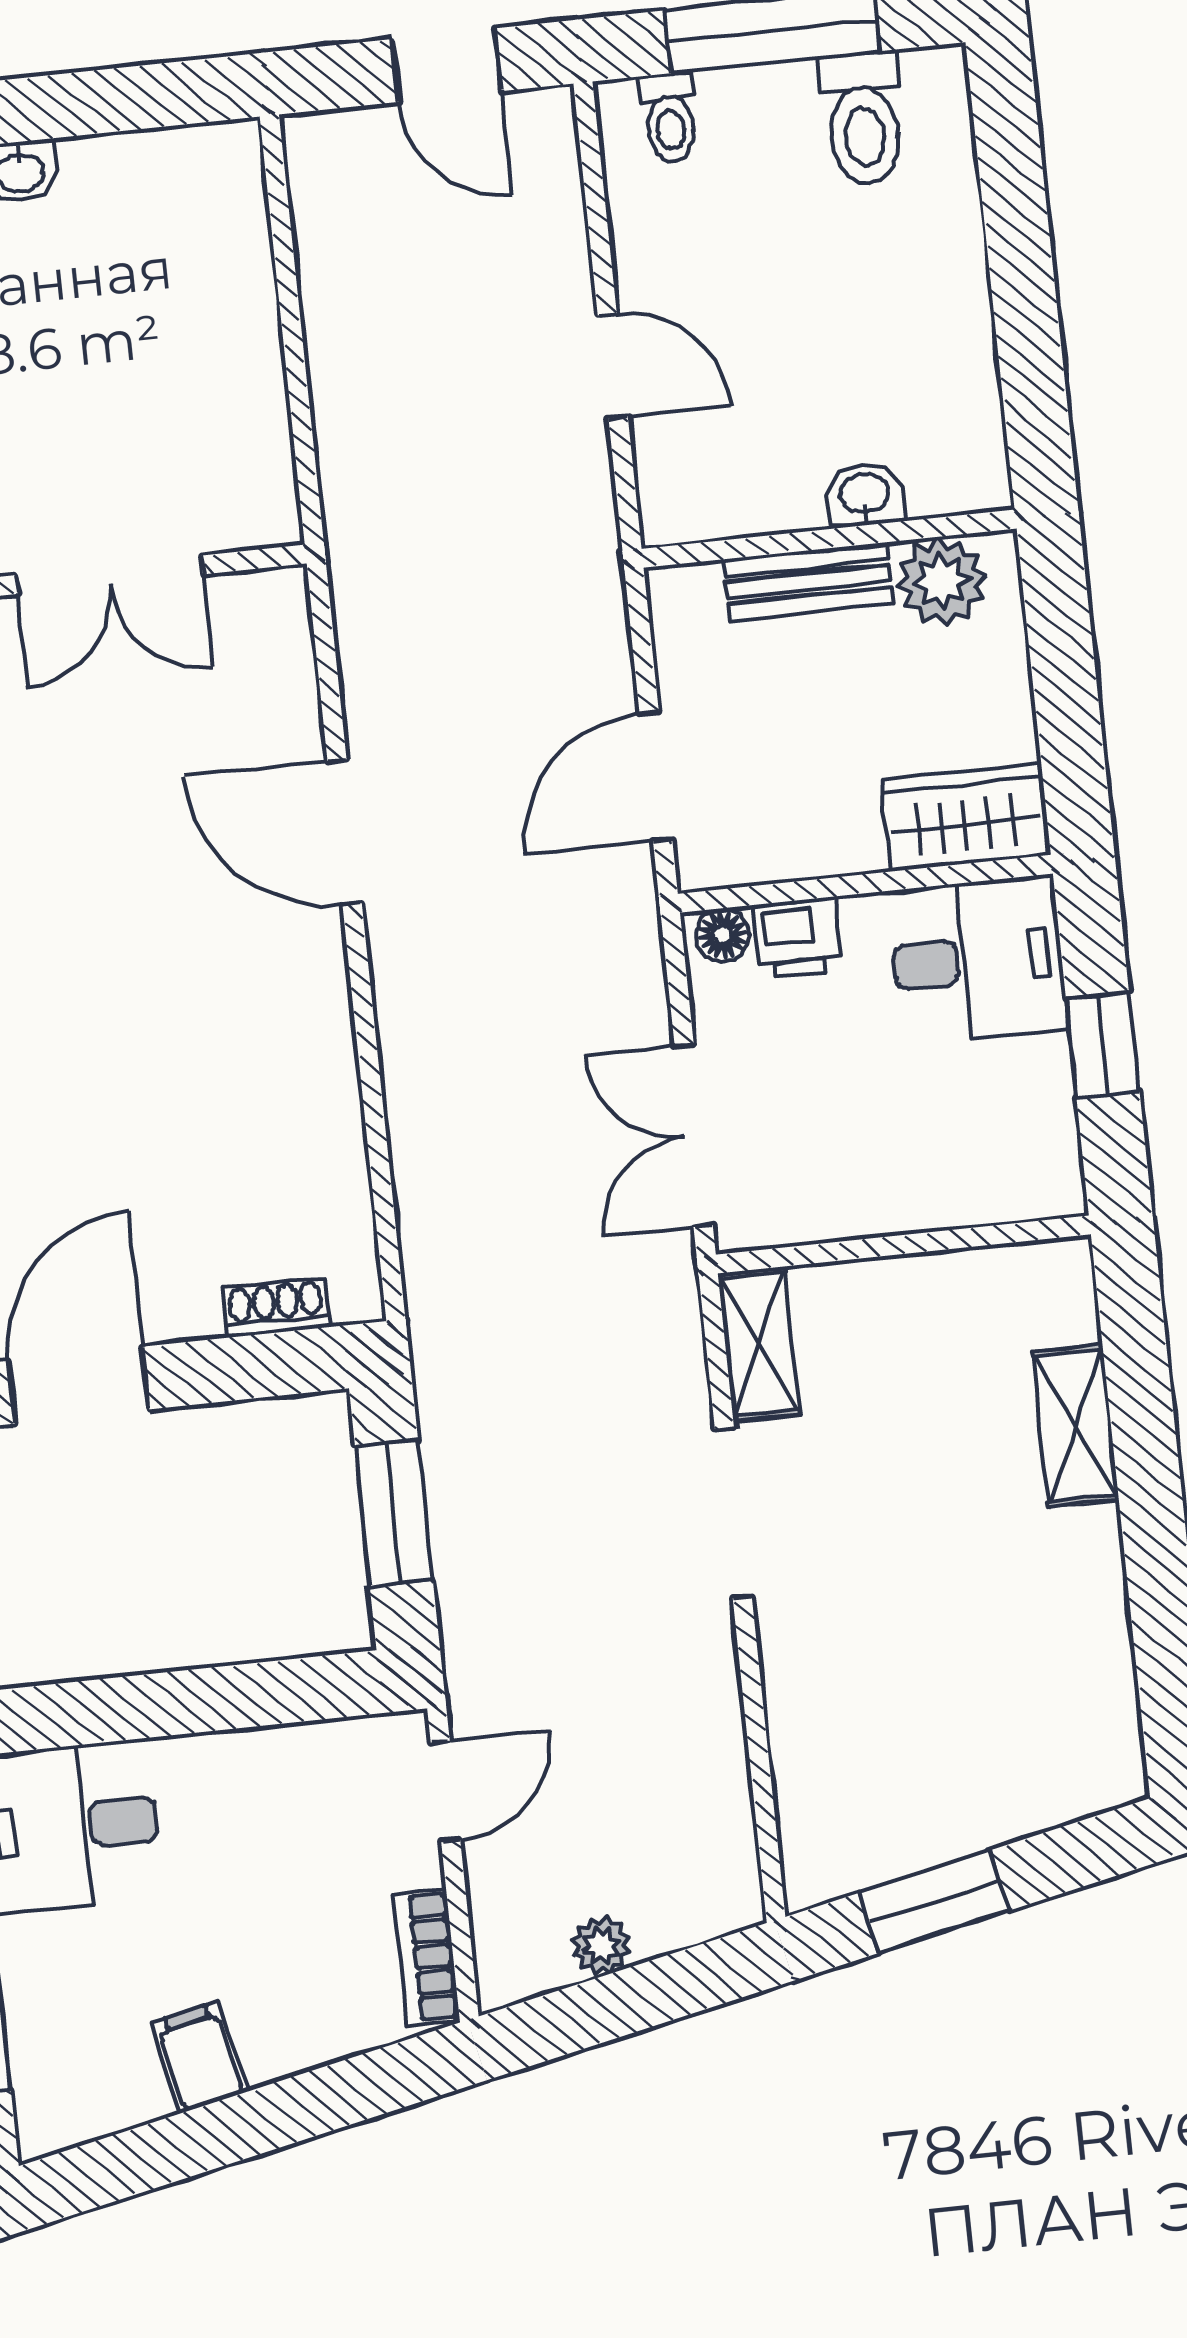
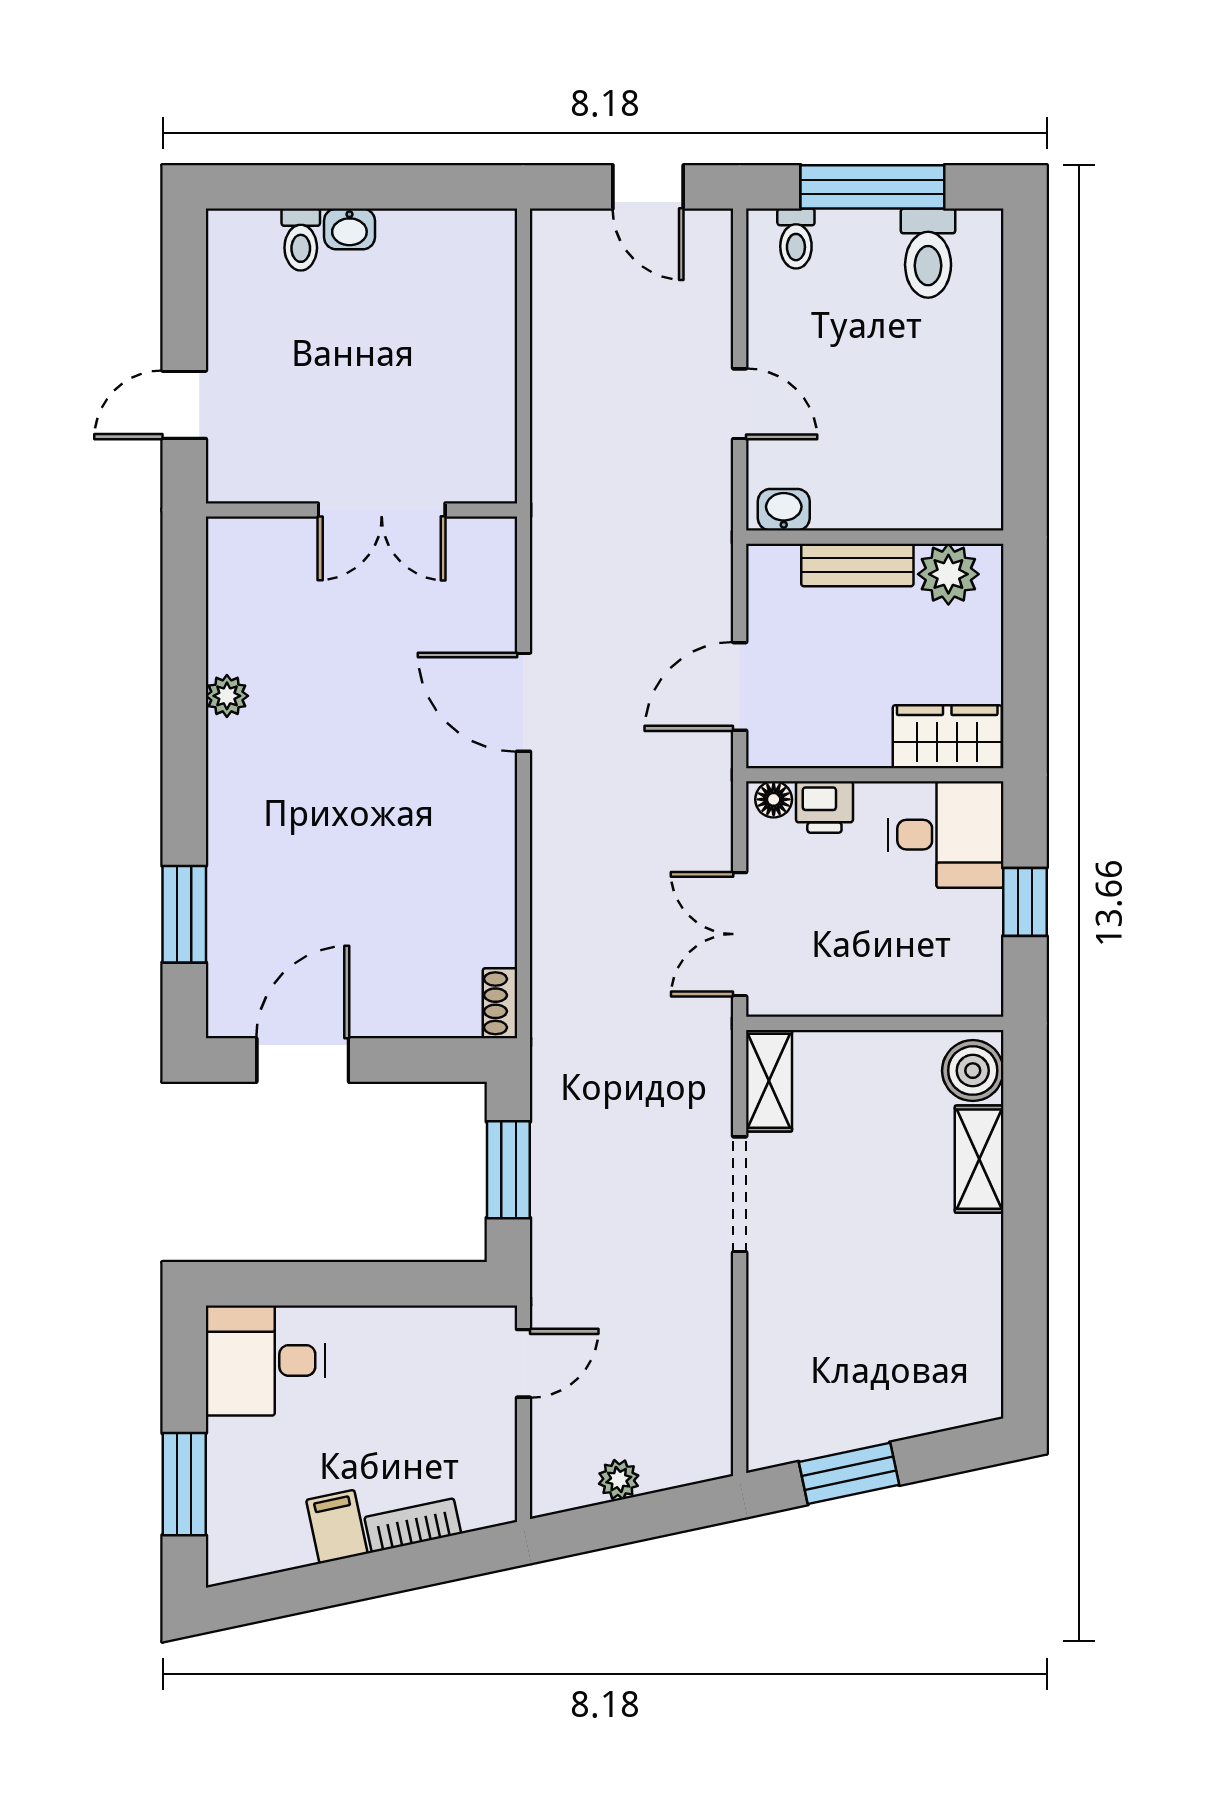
washbasin: (865, 495) -> (784, 510), moved
boiler: (1053, 1298) -> (973, 1071), added
shoe rack: (276, 1308) -> (500, 1003), moved, turned -90
bookcase: (427, 1957) -> (413, 1525), moved, turned 78

